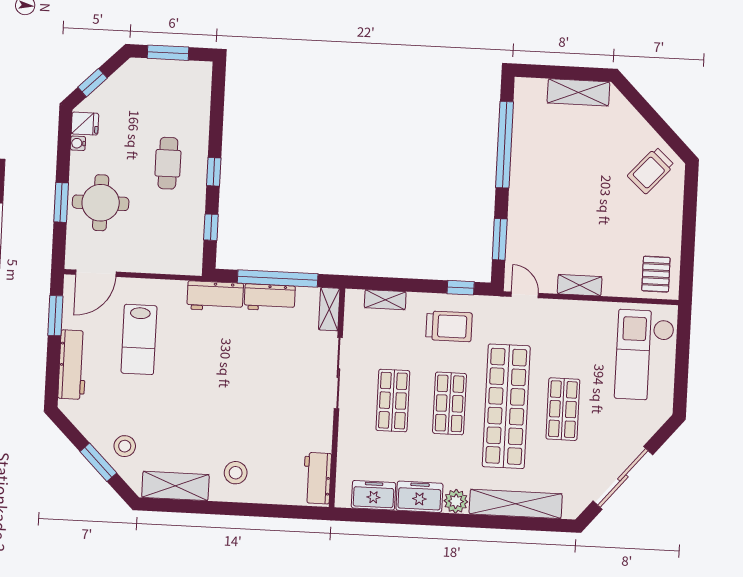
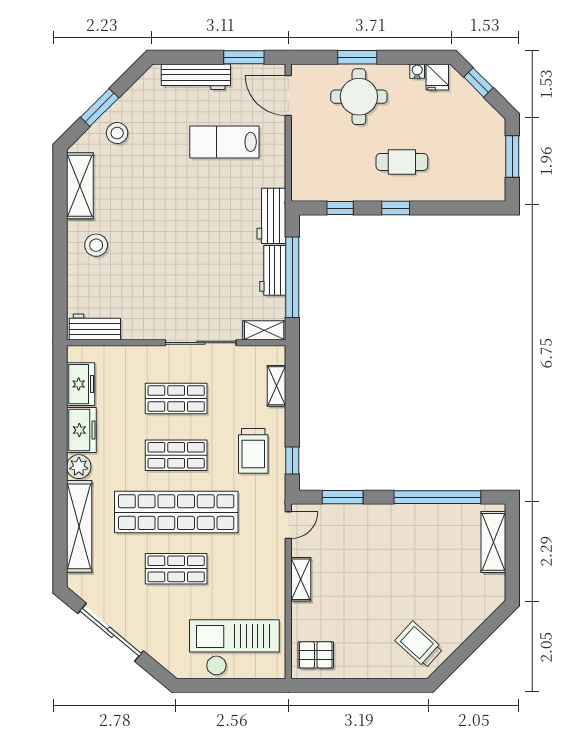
shelving: (578, 92) -> (493, 542), moved

